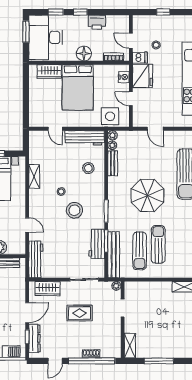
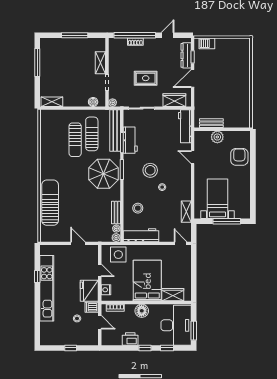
door: (55, 129) -> (180, 243), moved
shelving: (34, 177) -> (186, 212), moved
parasol: (147, 196) -> (104, 174), moved
boiler: (138, 287) -> (93, 102), added
shelving: (130, 346) -> (100, 63), moved

